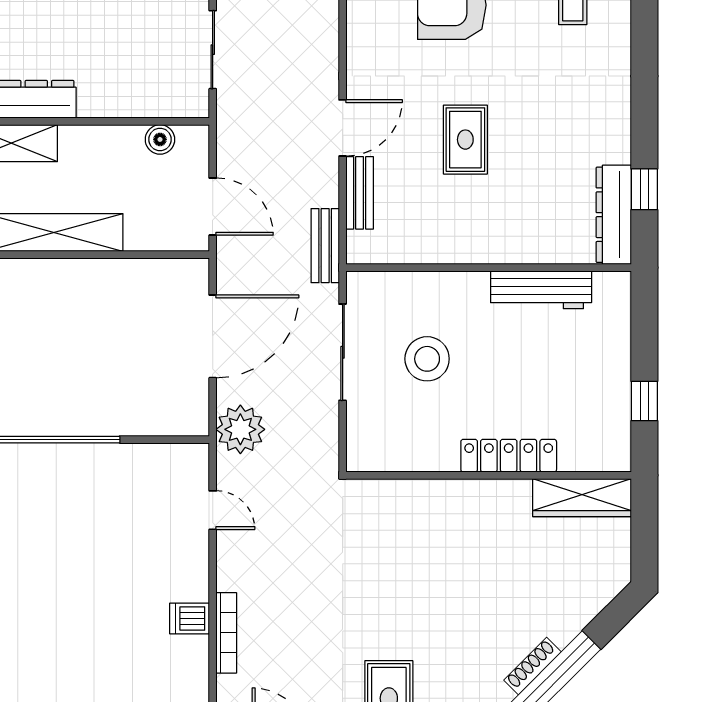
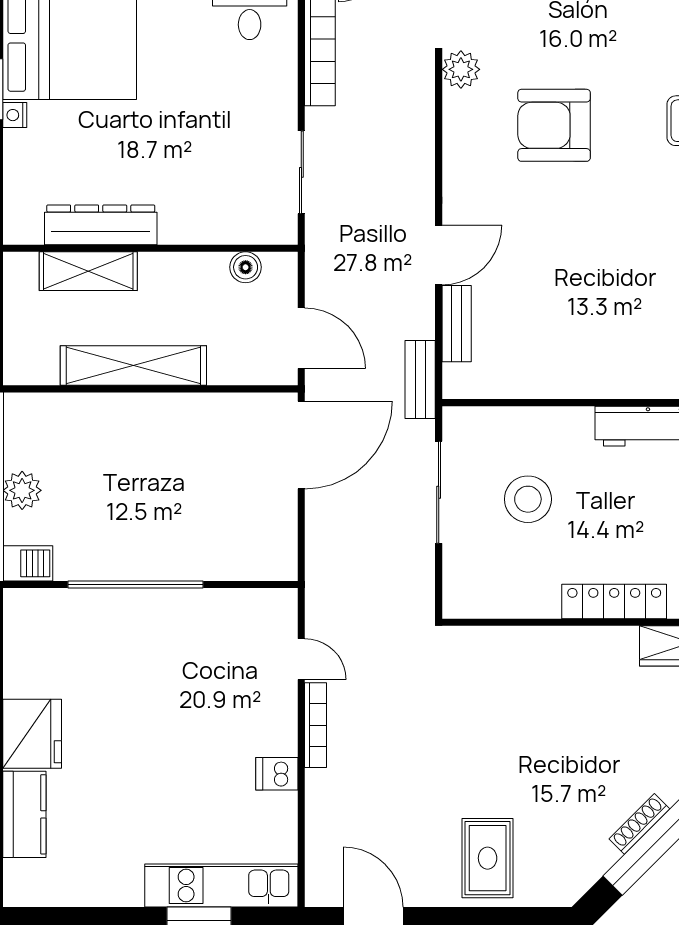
rug: (465, 140) -> (568, 267), removed
door: (213, 336) -> (301, 445), moved
plant: (240, 429) -> (331, 574), removed
bookcase: (226, 633) -> (316, 725), moved

